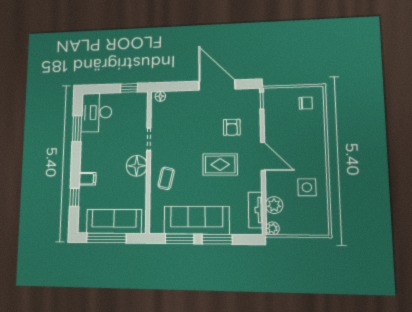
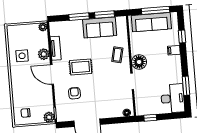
plant: (271, 95) -> (49, 117), added
plant: (274, 205) -> (44, 54), moved
tv unit: (256, 210) -> (56, 48), moved
sofa: (197, 220) -> (100, 27), width x0.73

